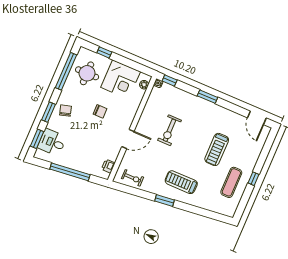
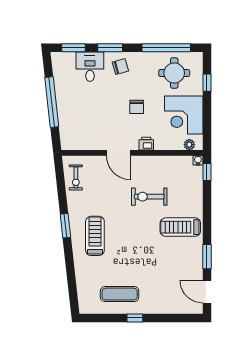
window: (207, 97) -> (207, 257), moved
door: (257, 118) -> (207, 292), hinge flipped
desk: (52, 142) -> (90, 67), moved
treadmill: (217, 149) -> (180, 227), moved
printer: (108, 166) -> (146, 144), moved

